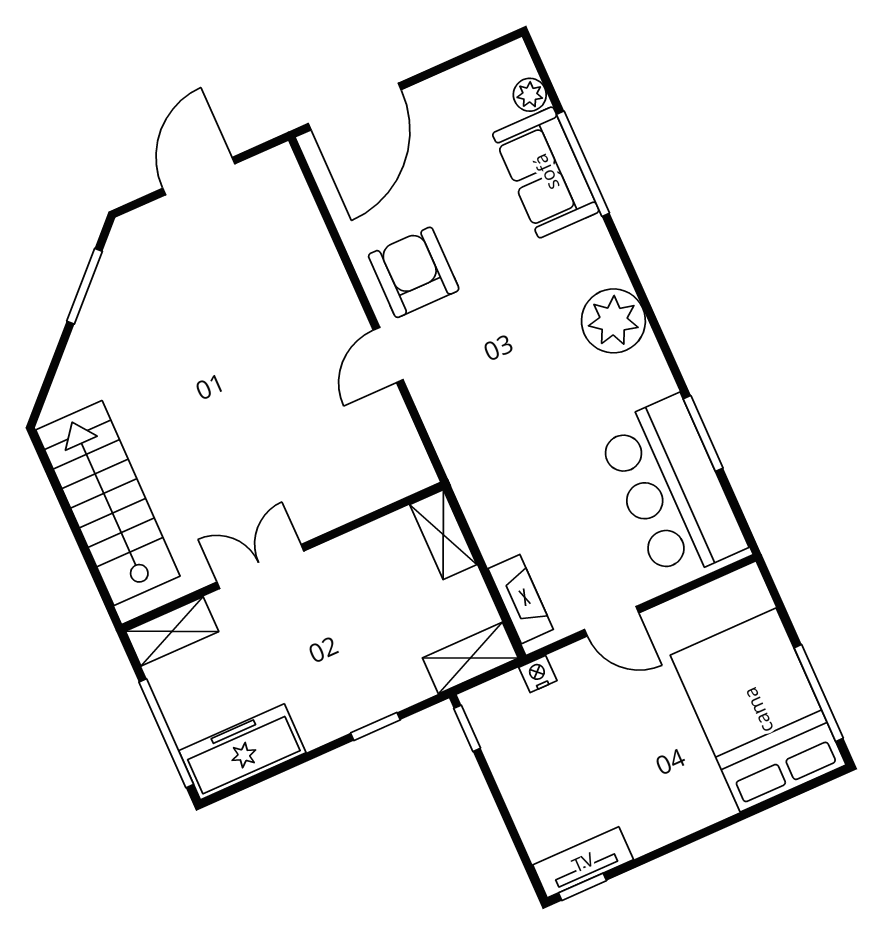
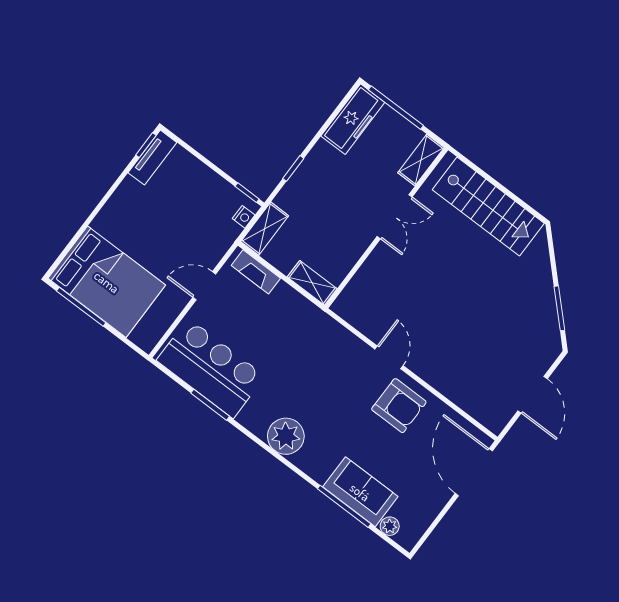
nightstand: (538, 674) -> (244, 217), moved

